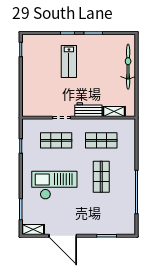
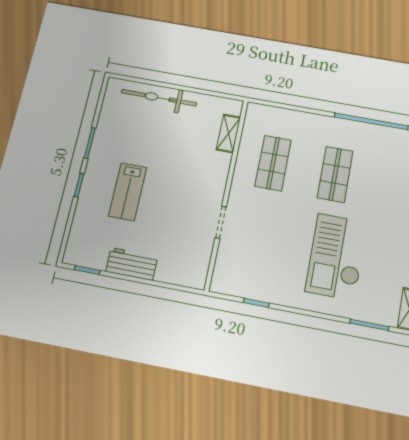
lab bench: (69, 61) -> (128, 192), turned 90
workbench: (88, 110) -> (132, 264), moved, turned 90
shop shelf: (56, 140) -> (258, 239), removed
shop shelf: (101, 177) -> (335, 174), turned 90

